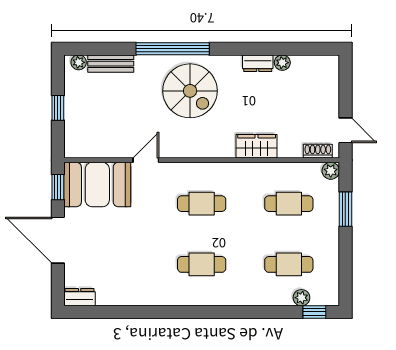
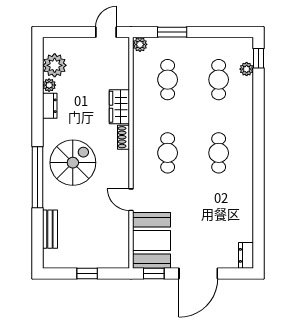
plant: (79, 62) -> (55, 65), moved, width x1.87, depth x1.87
shoe rack: (318, 151) -> (123, 137), moved

